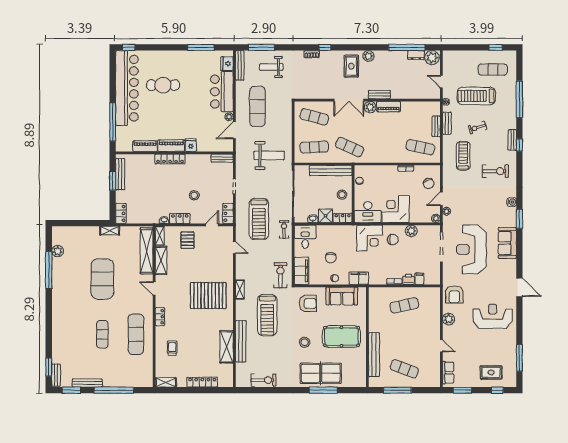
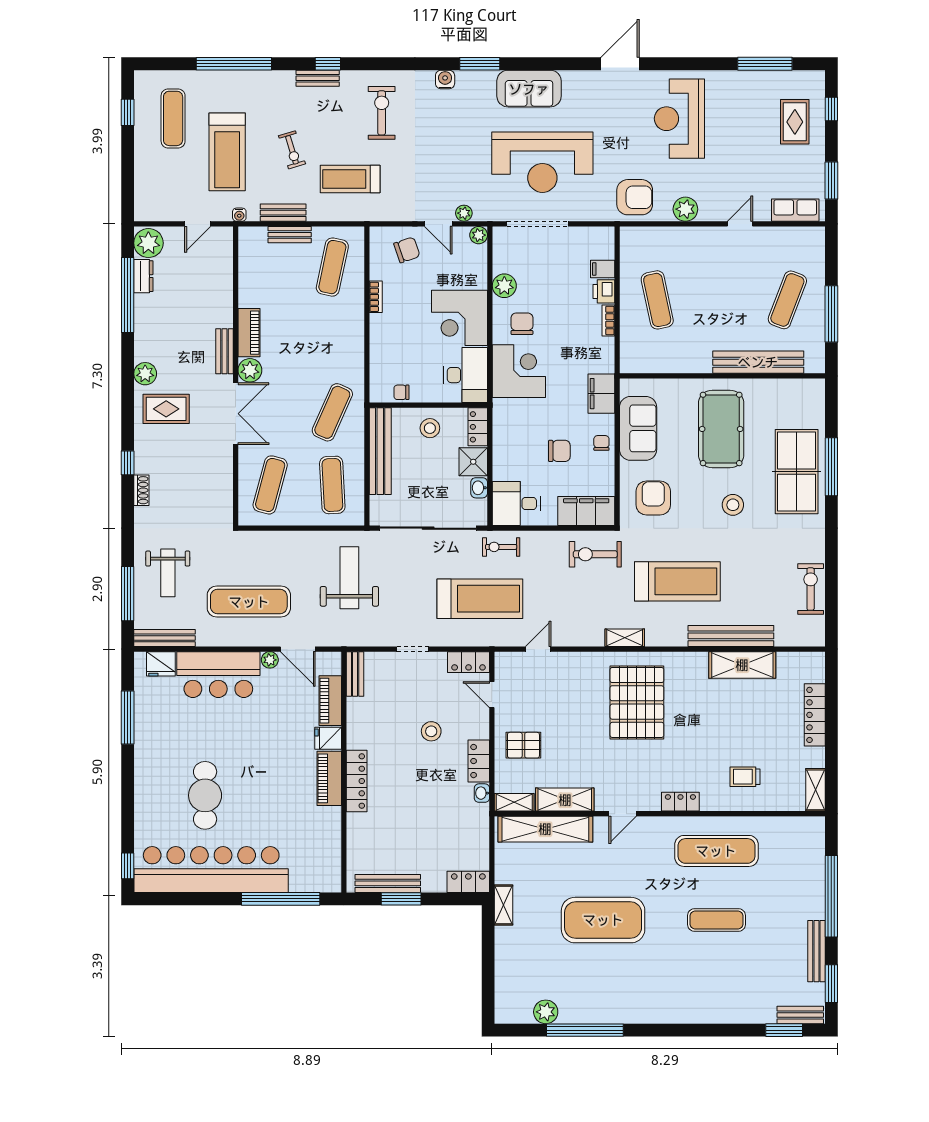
piano: (145, 146) -> (330, 701), moved

